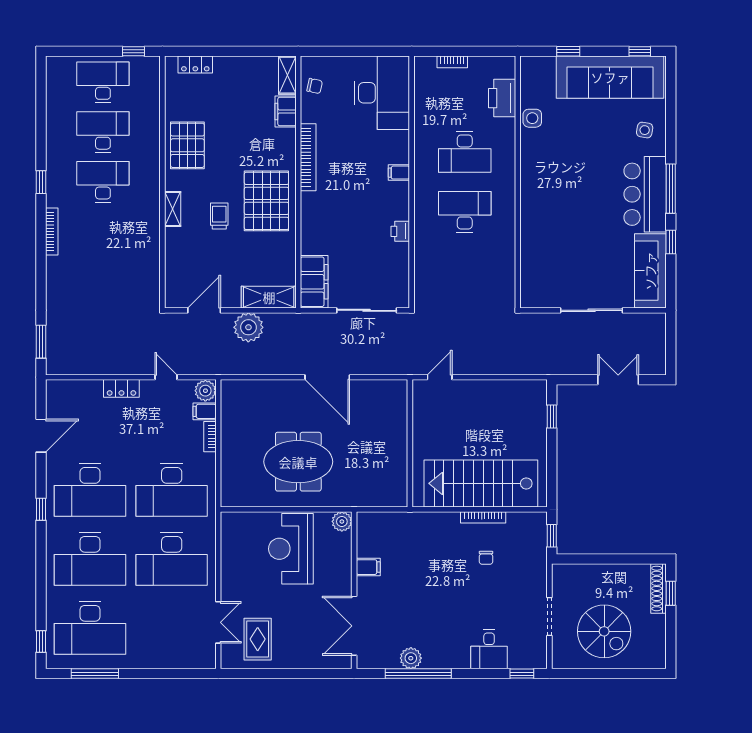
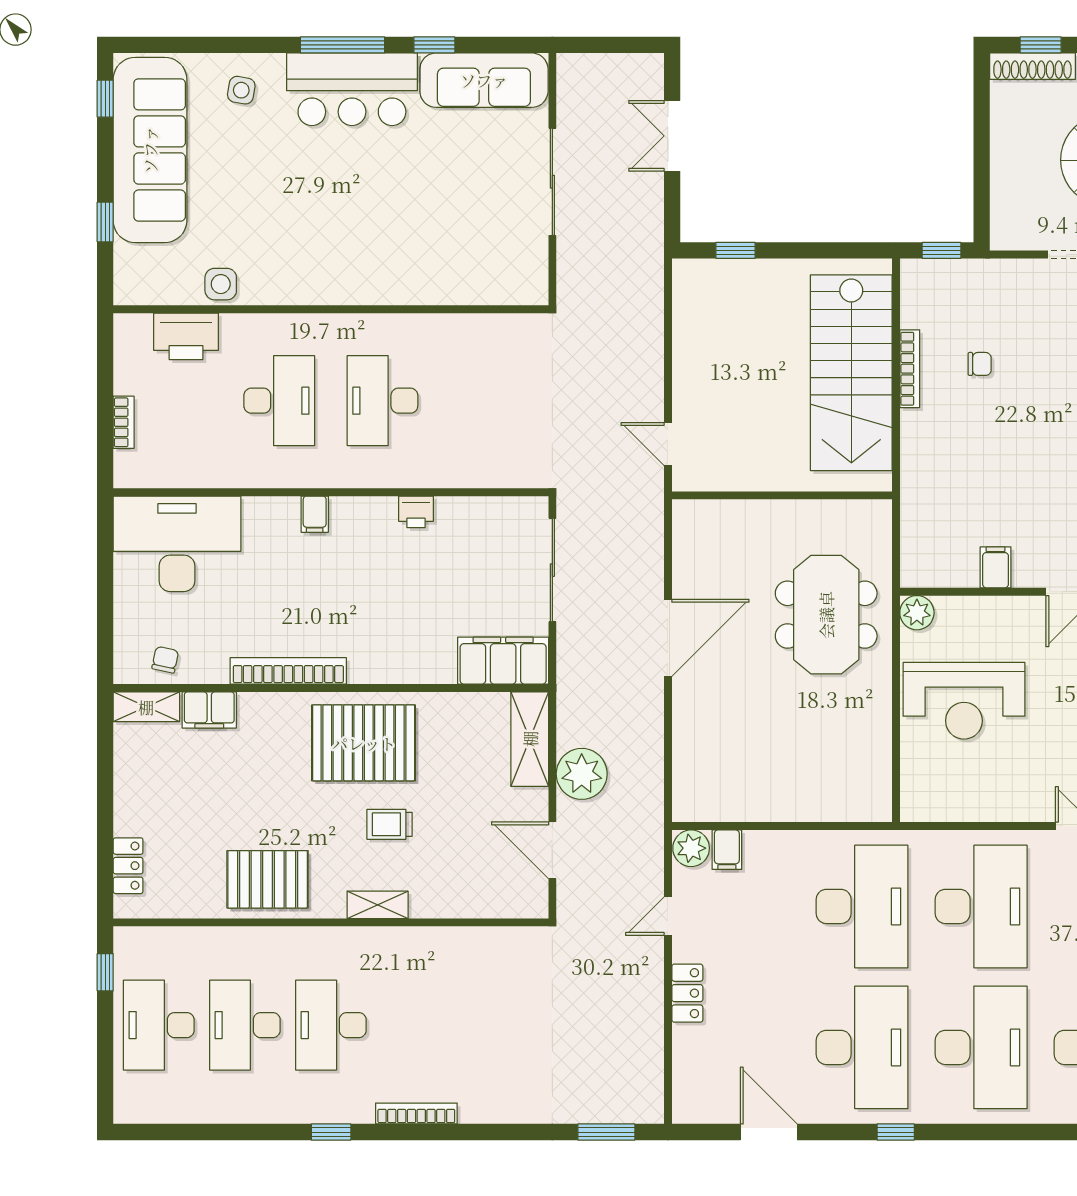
bookcase: (210, 437) -> (770, 840), removed
meeting table: (298, 462) -> (826, 615), moved

